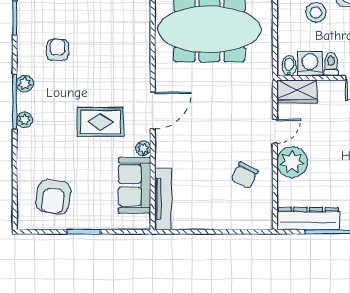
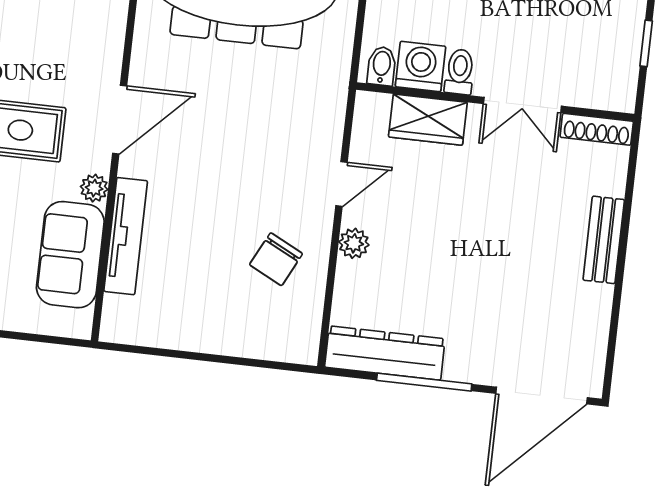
wardrobe: (297, 92) -> (428, 120), moved
plant: (292, 162) -> (354, 243), width x0.53, depth x0.53
tv unit: (163, 199) -> (126, 236), moved

